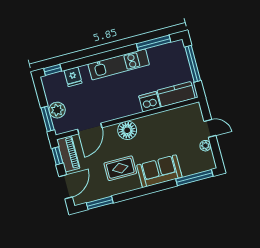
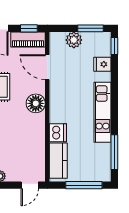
window: (48, 119) -> (90, 28), moved
door: (210, 128) -> (30, 185), moved

